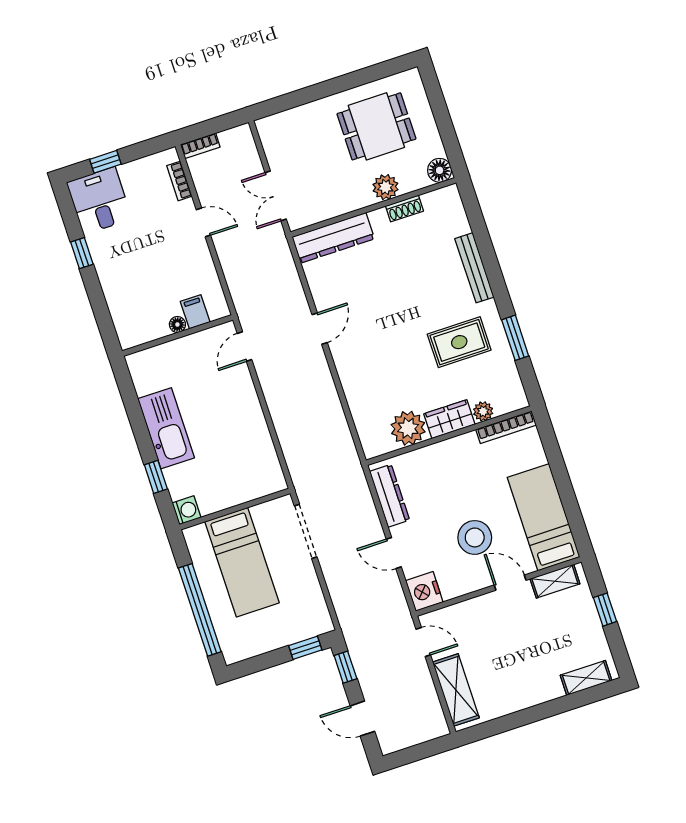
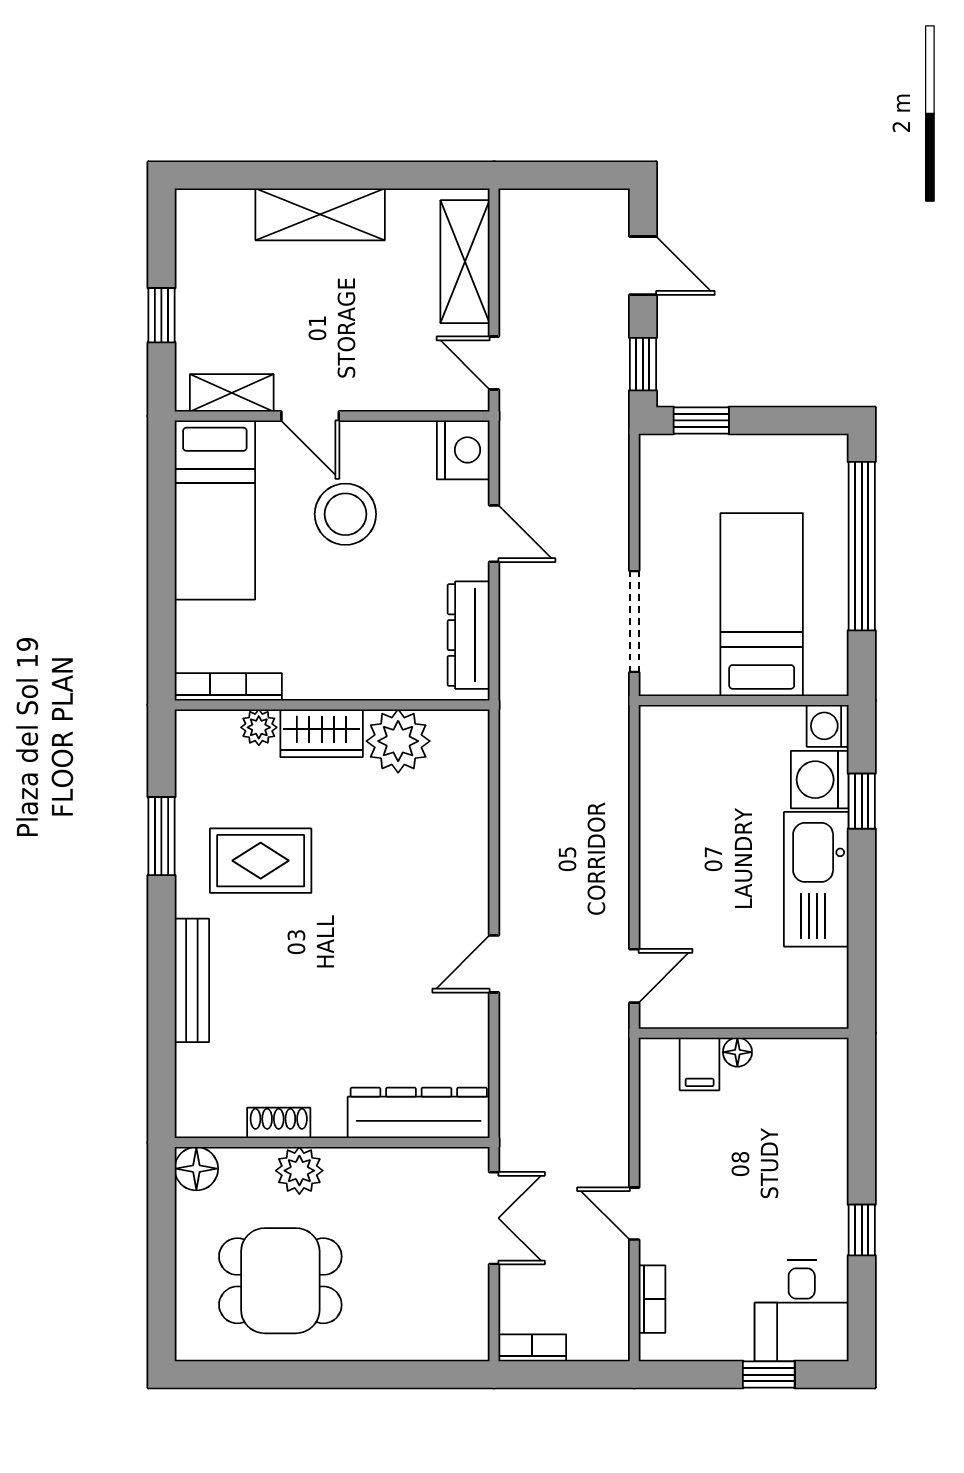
bookcase: (200, 146) -> (532, 1348), moved
washing machine: (181, 481) -> (820, 780), added
shelving: (586, 678) -> (320, 214), moved, width x1.50, depth x1.33

